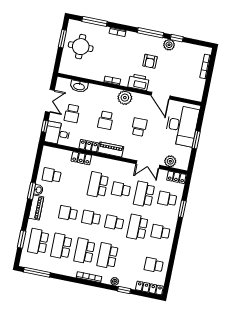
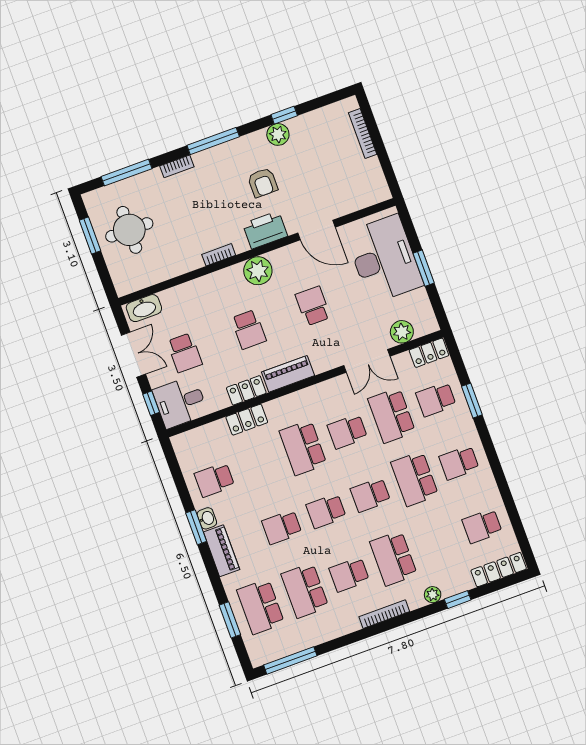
window: (151, 33) -> (213, 141), moved
washbasin: (79, 86) -> (144, 308), moved
school desk: (84, 251) -> (349, 574), width x0.54

